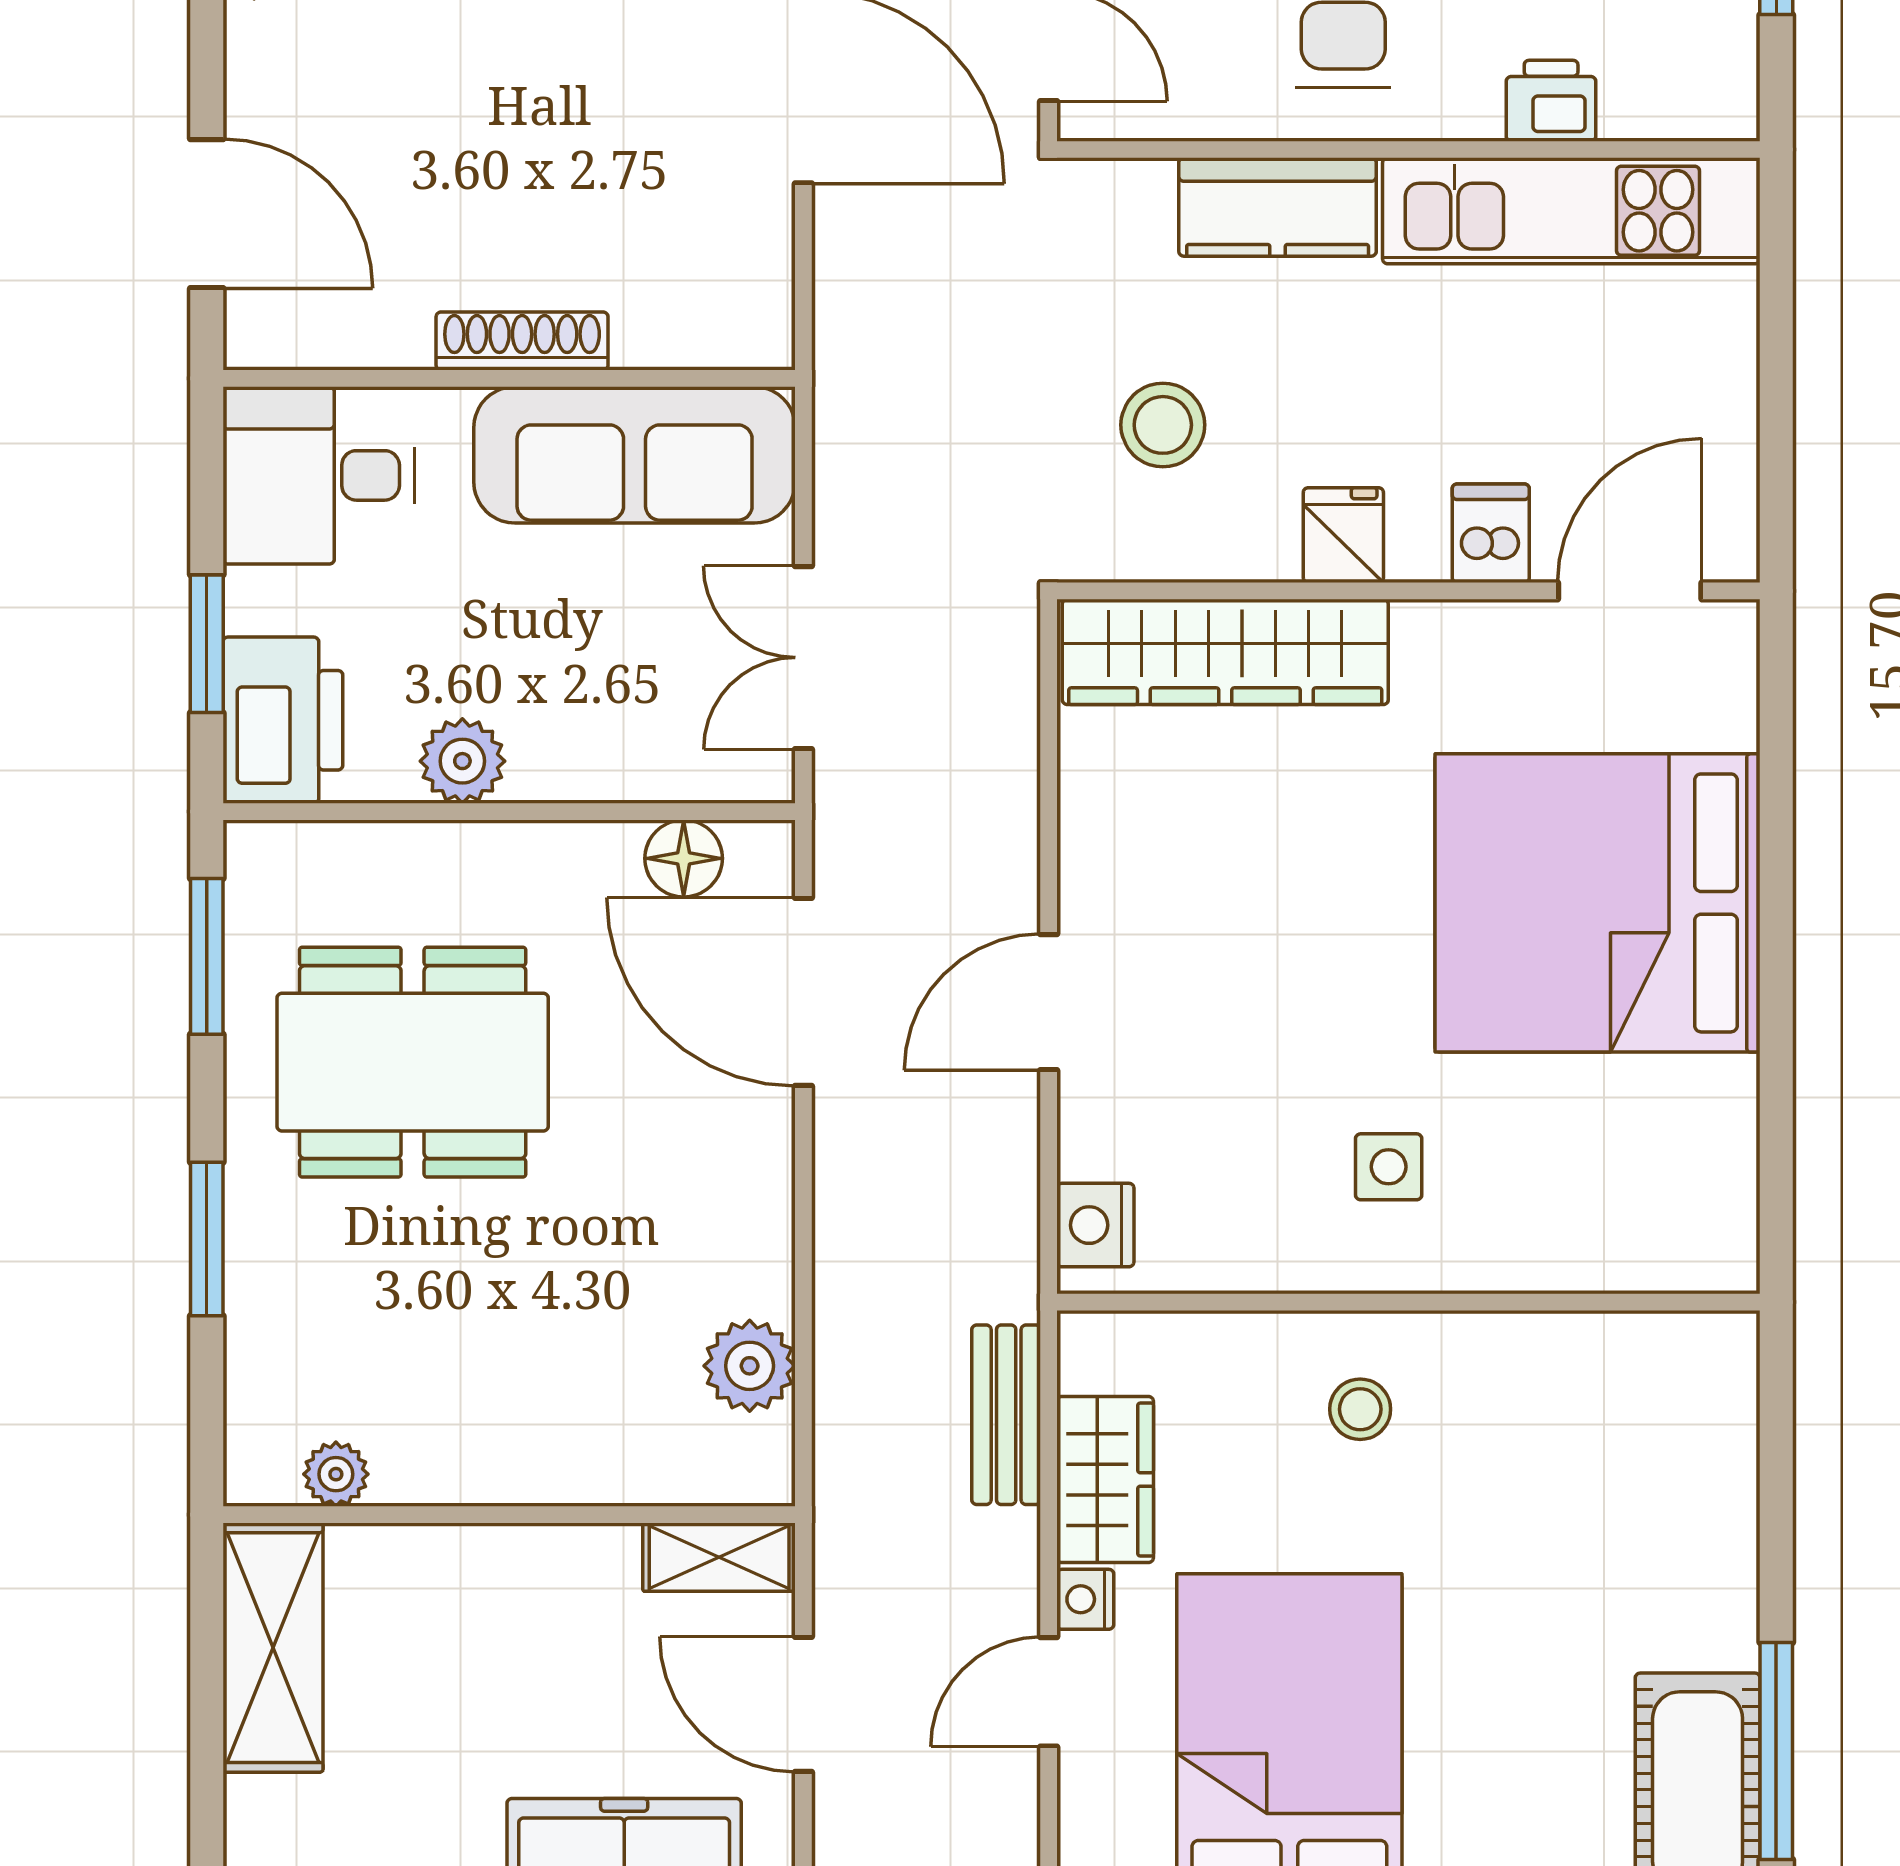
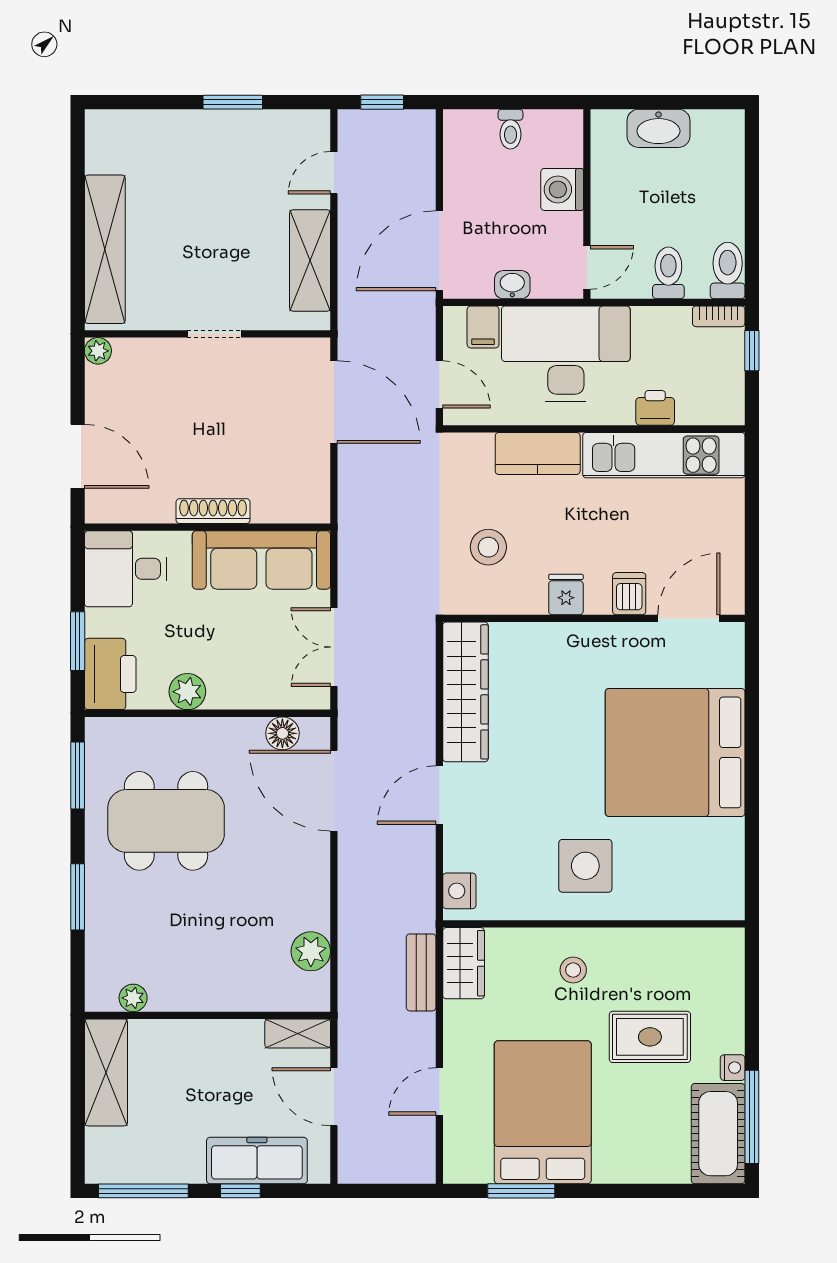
wardrobe: (1225, 652) -> (465, 692), moved, turned -90
side table: (1389, 1167) -> (585, 866), width x1.87, depth x1.87
wardrobe: (1105, 1480) -> (464, 963), moved
rug: (1539, 1565) -> (650, 1037), added
nightstand: (1085, 1599) -> (733, 1068), moved, turned 180

